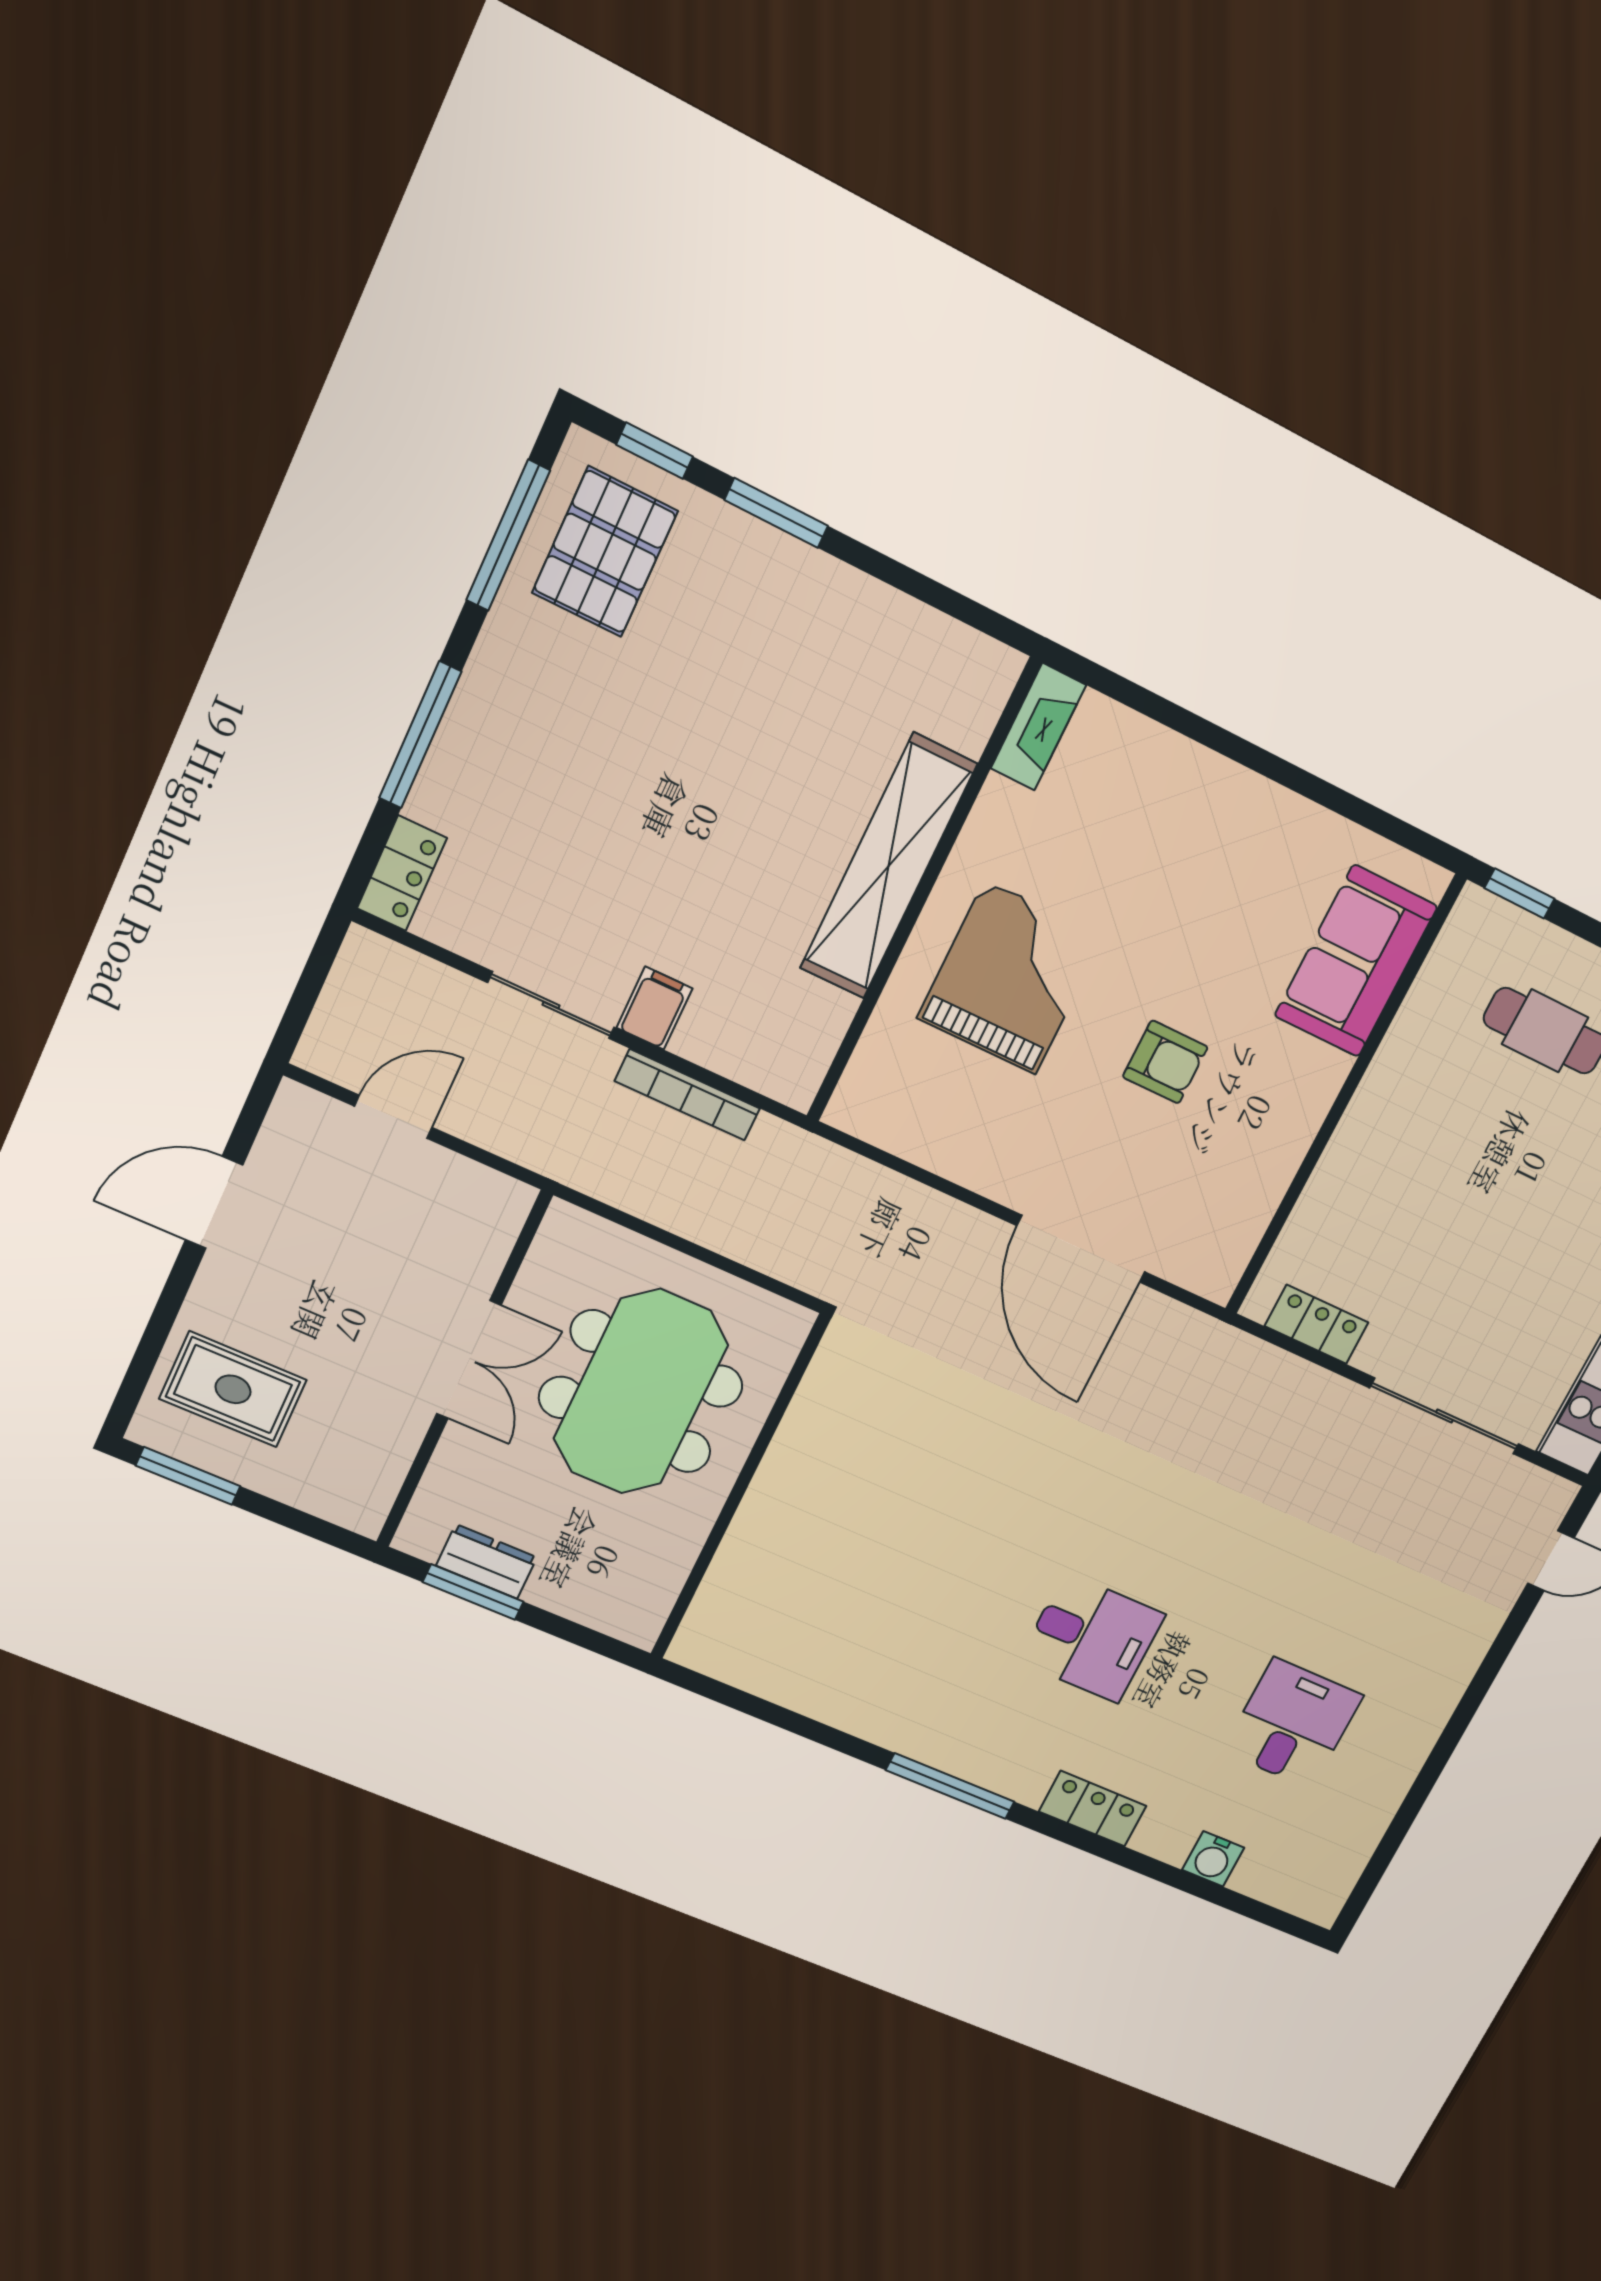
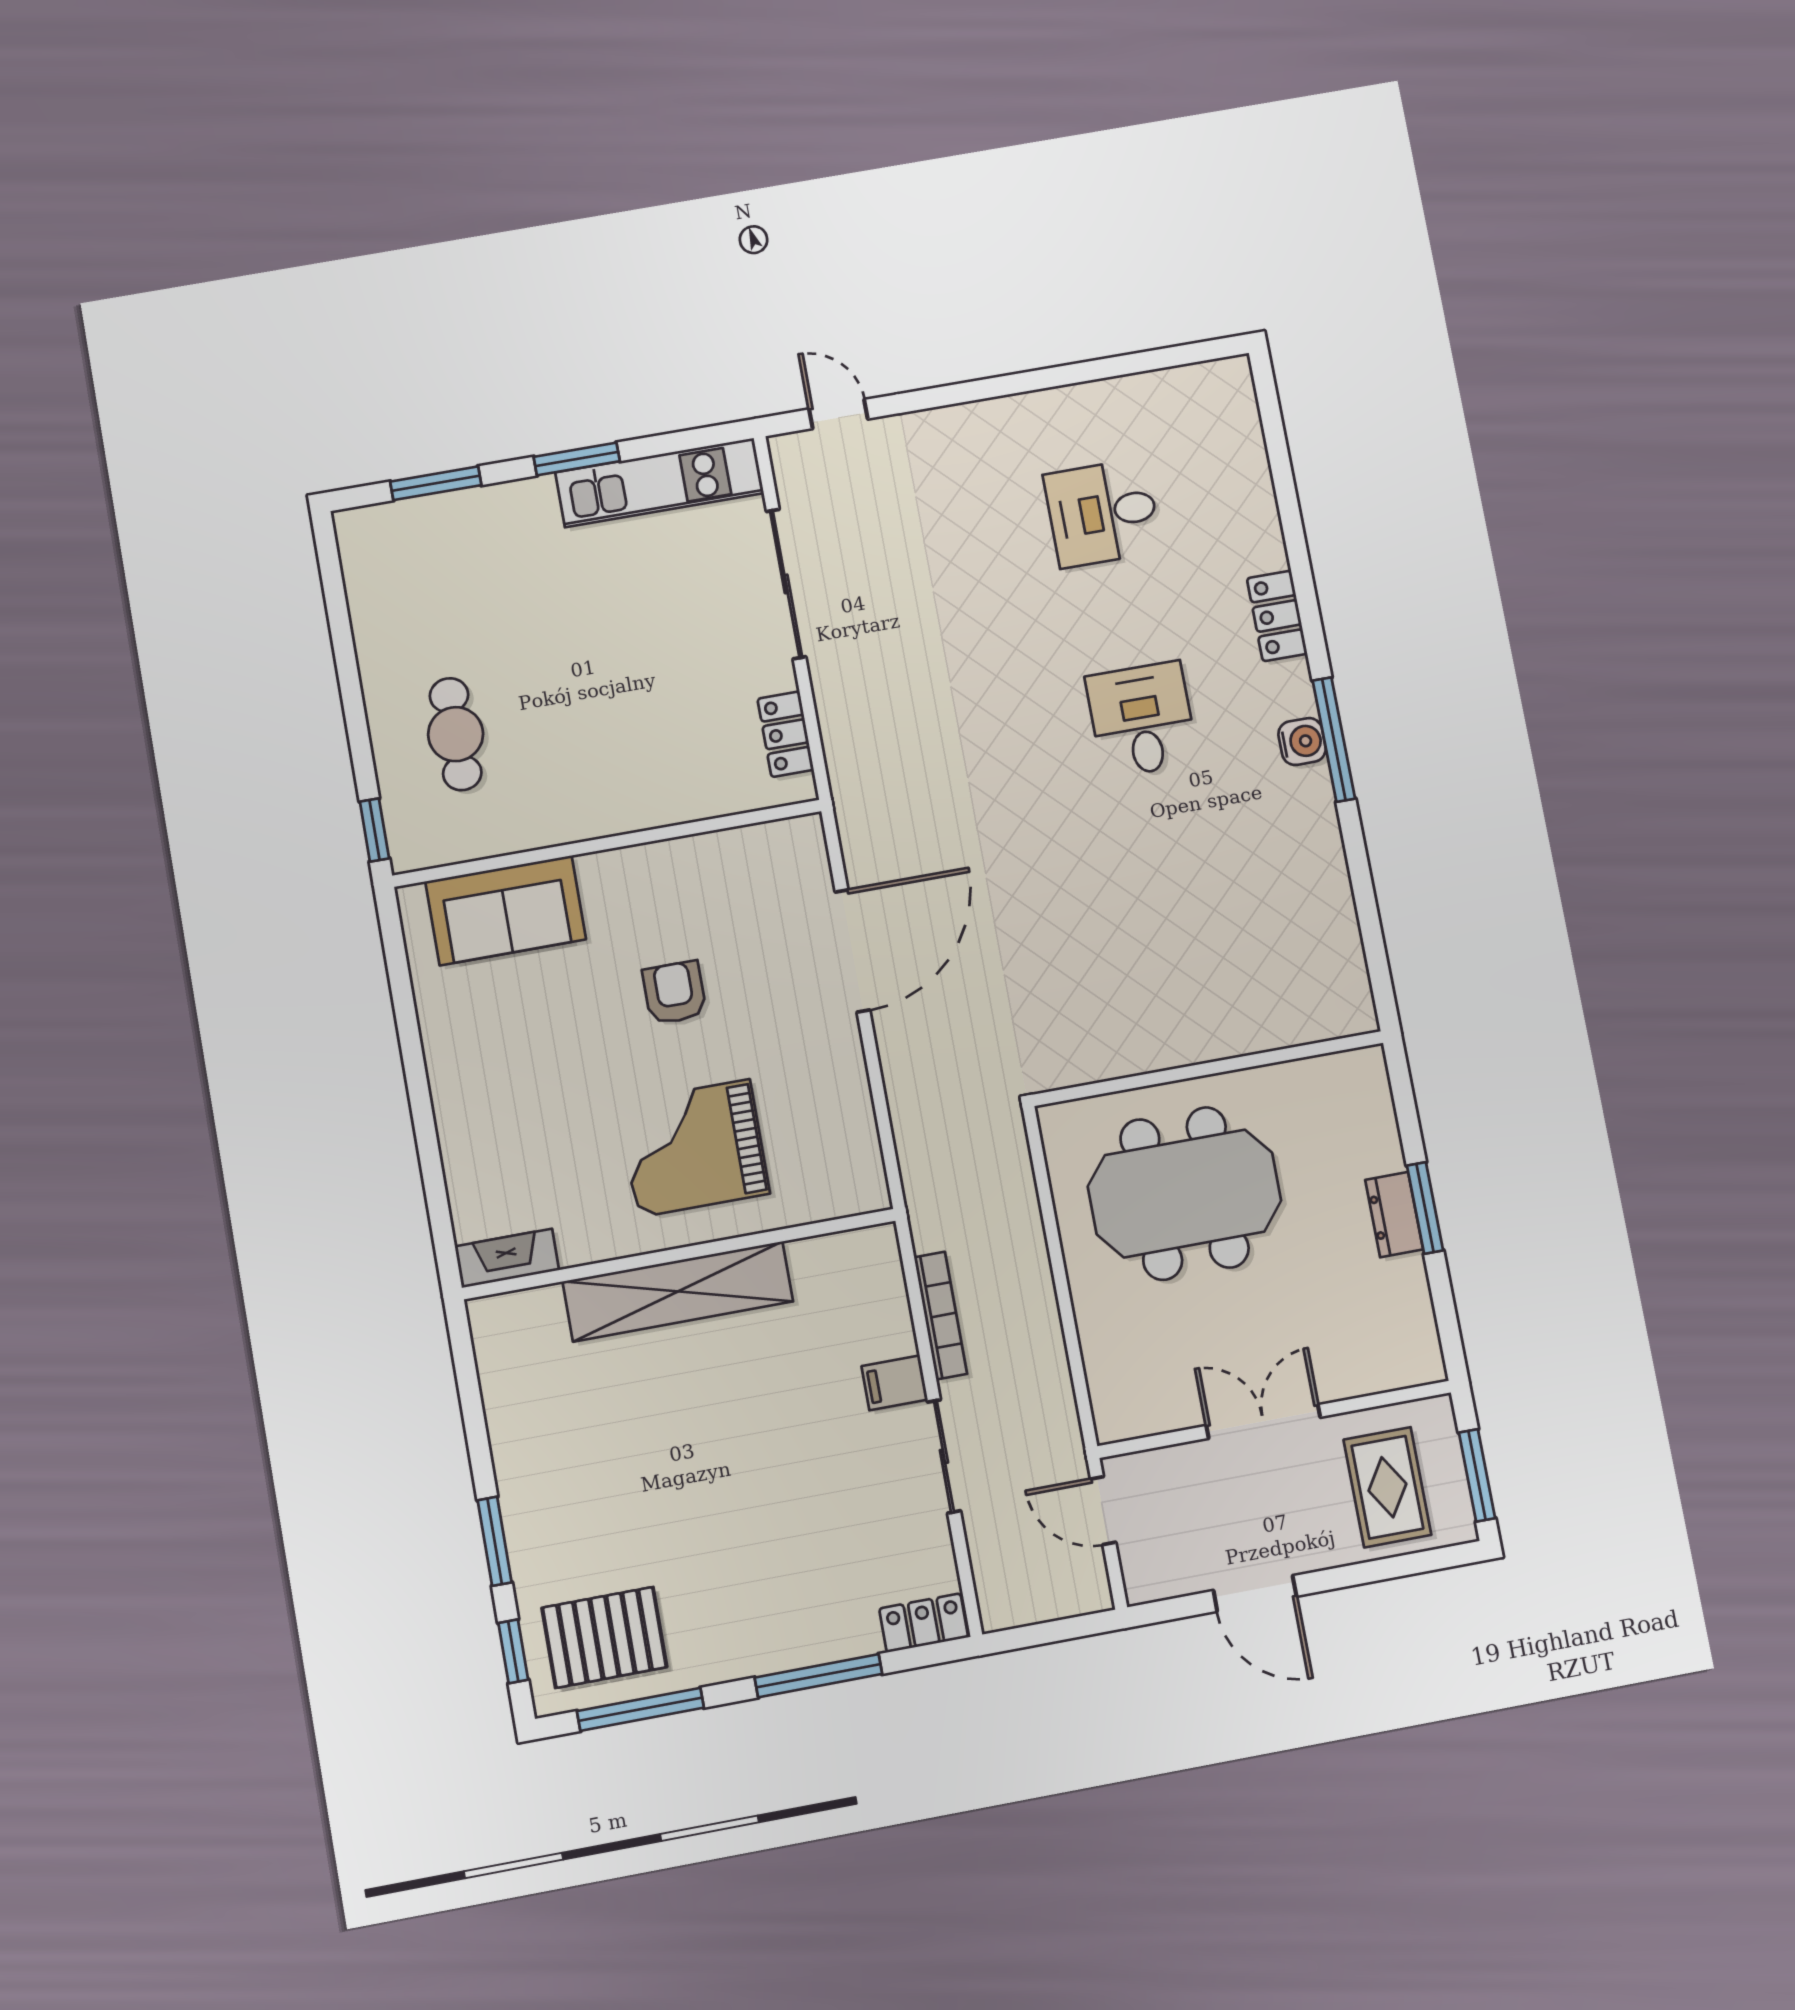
double door: (469, 1360) -> (1263, 1421), moved
wall: (464, 1371) -> (1274, 1419), moved
water cooler: (1213, 1859) -> (1302, 742), moved

